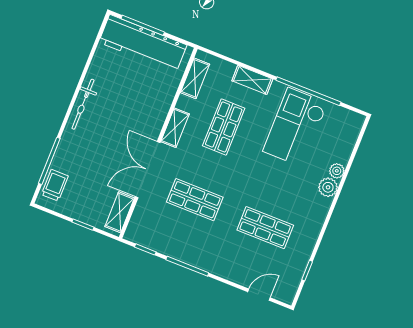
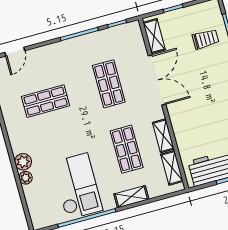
shelving: (175, 128) -> (163, 136), moved
trolley: (55, 185) -> (206, 39), moved, turned -90
shop shelf: (195, 200) -> (109, 84), turned 90

